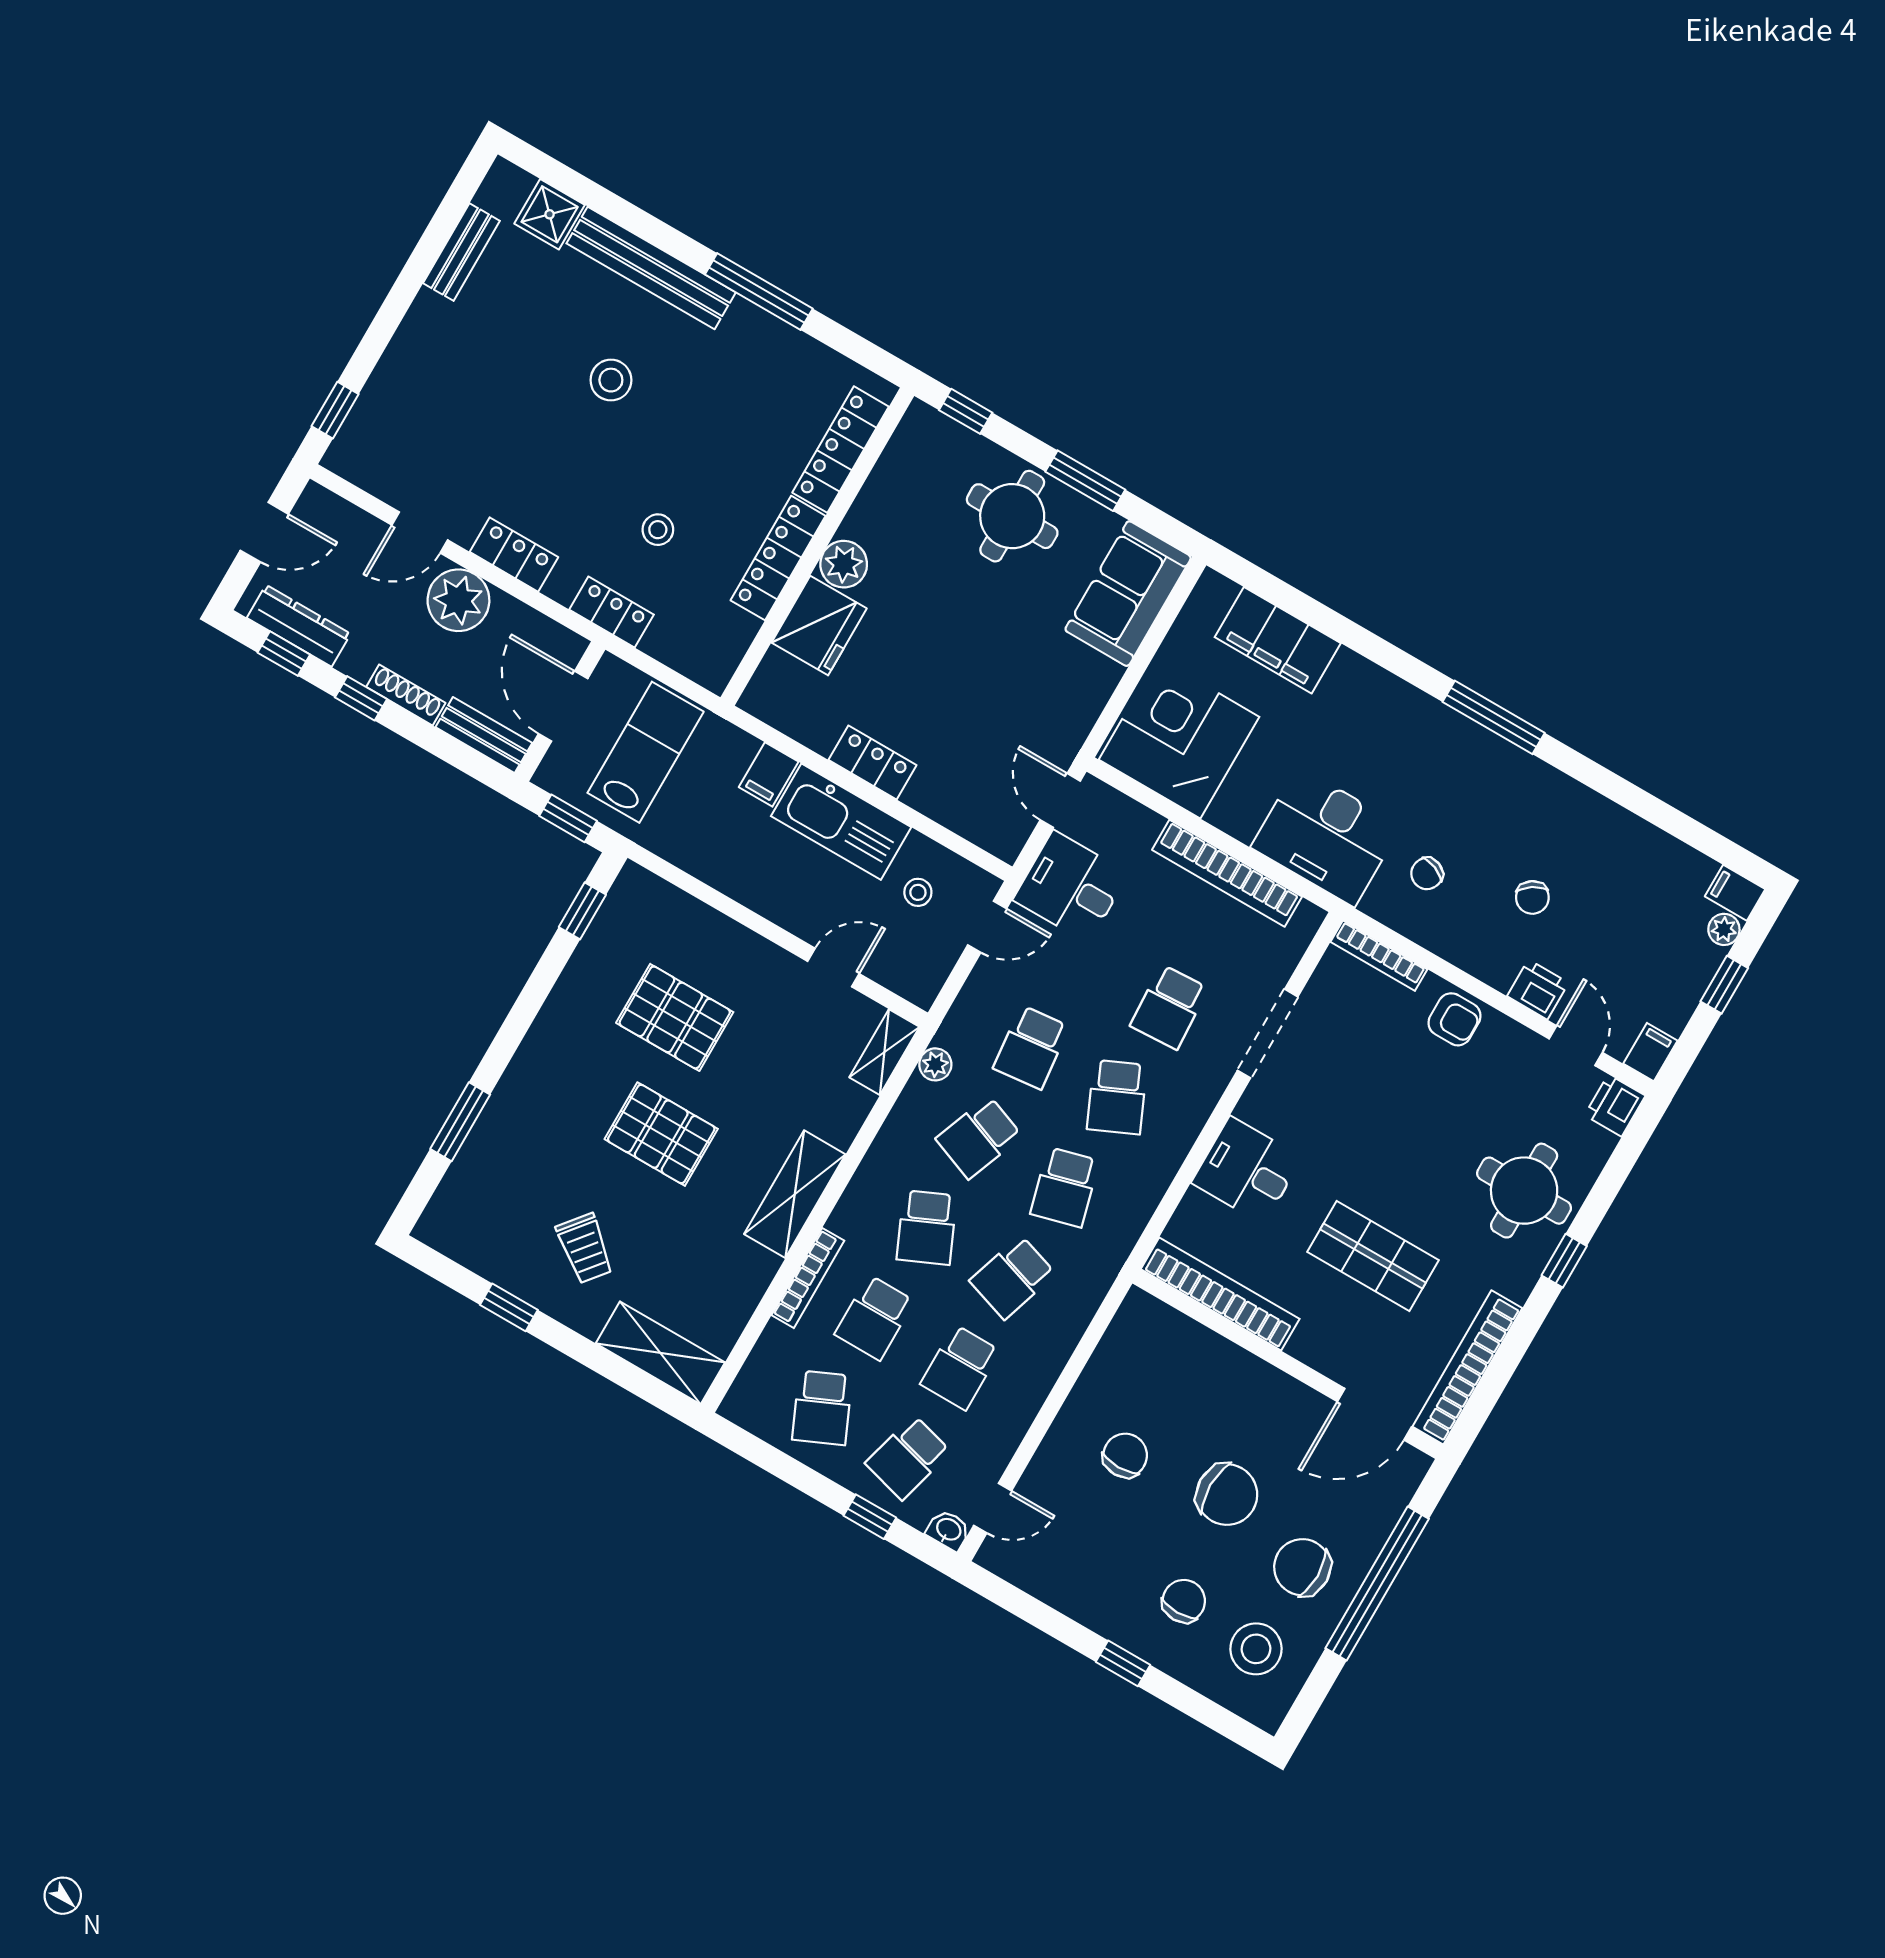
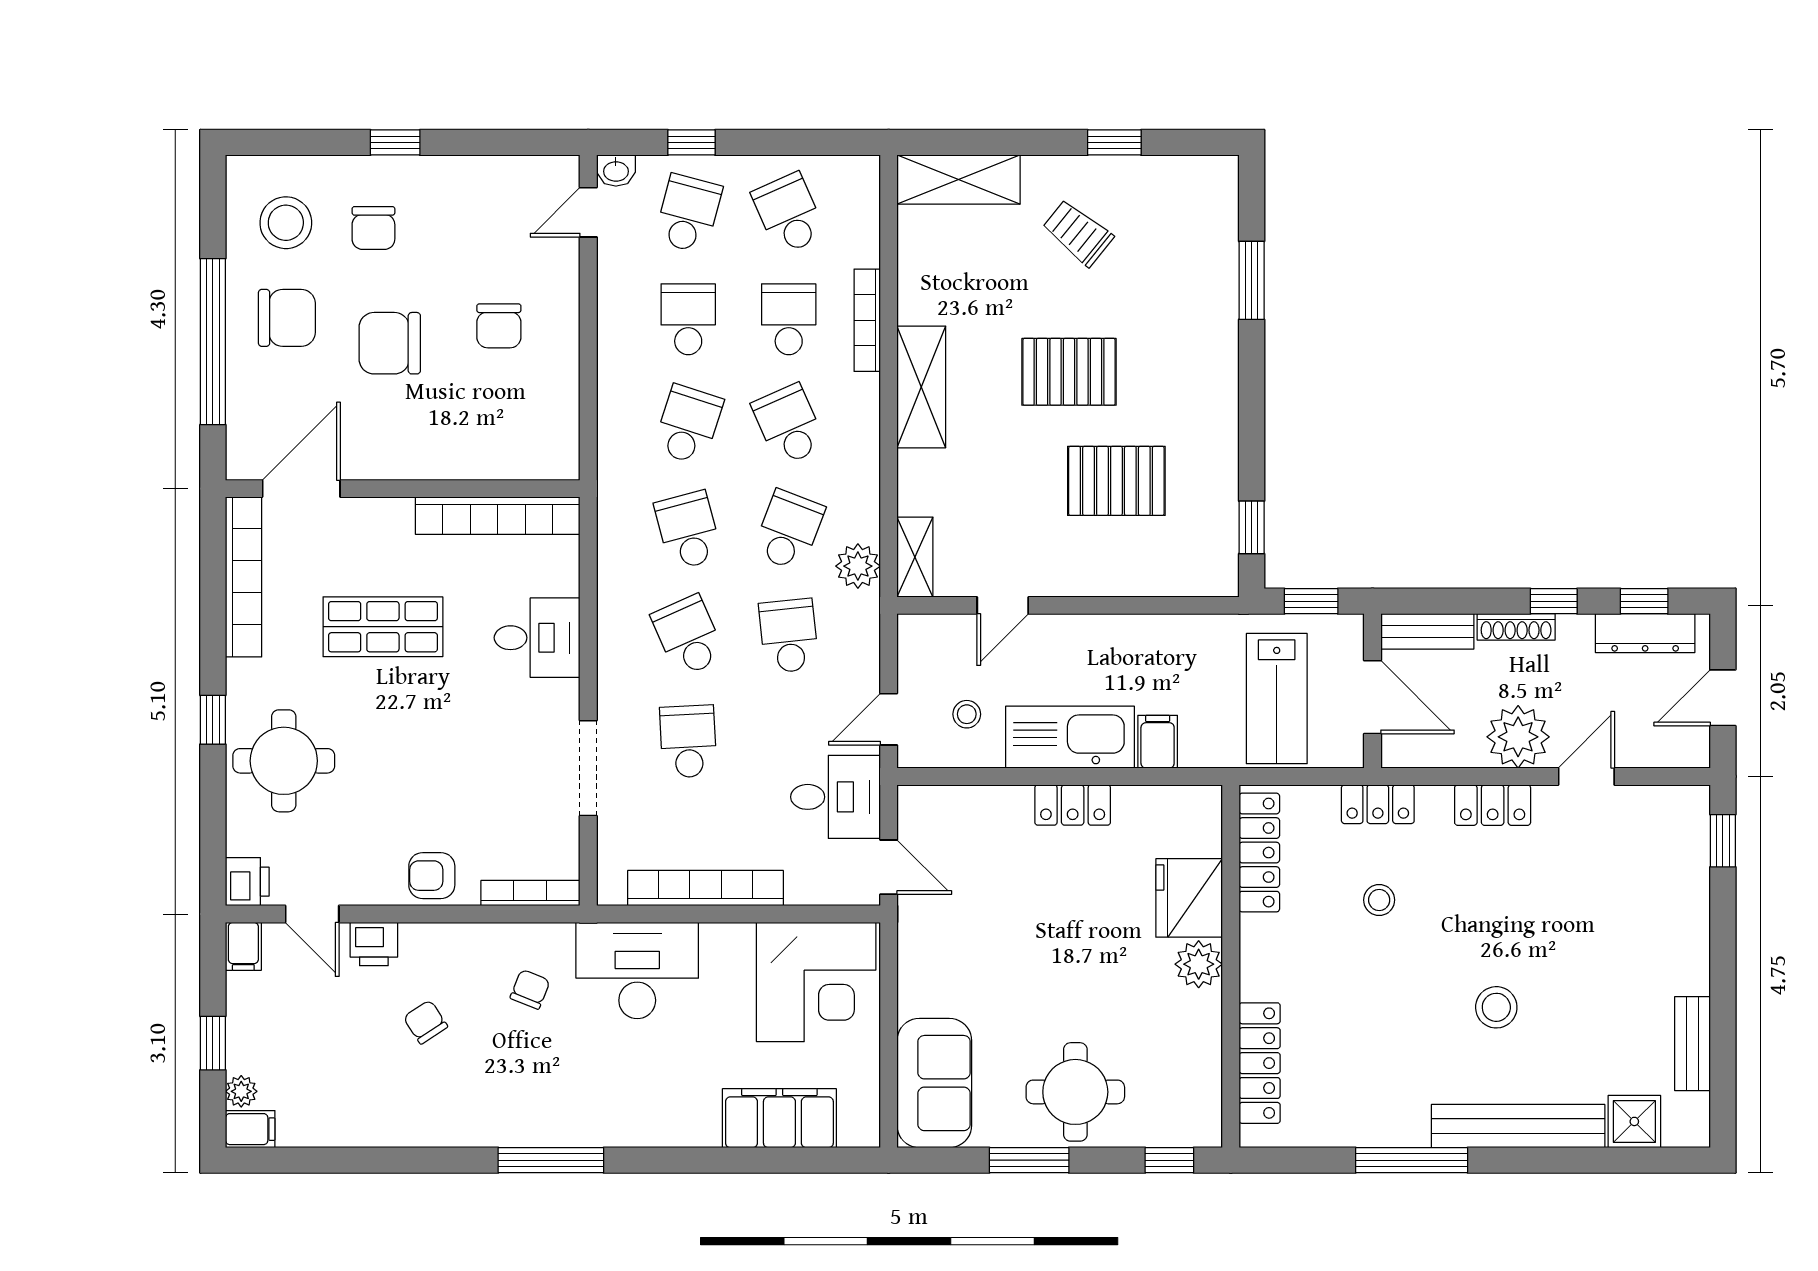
locker: (778, 558) -> (1259, 853), moved
plant: (935, 1064) -> (858, 566), width x1.38, depth x1.38

